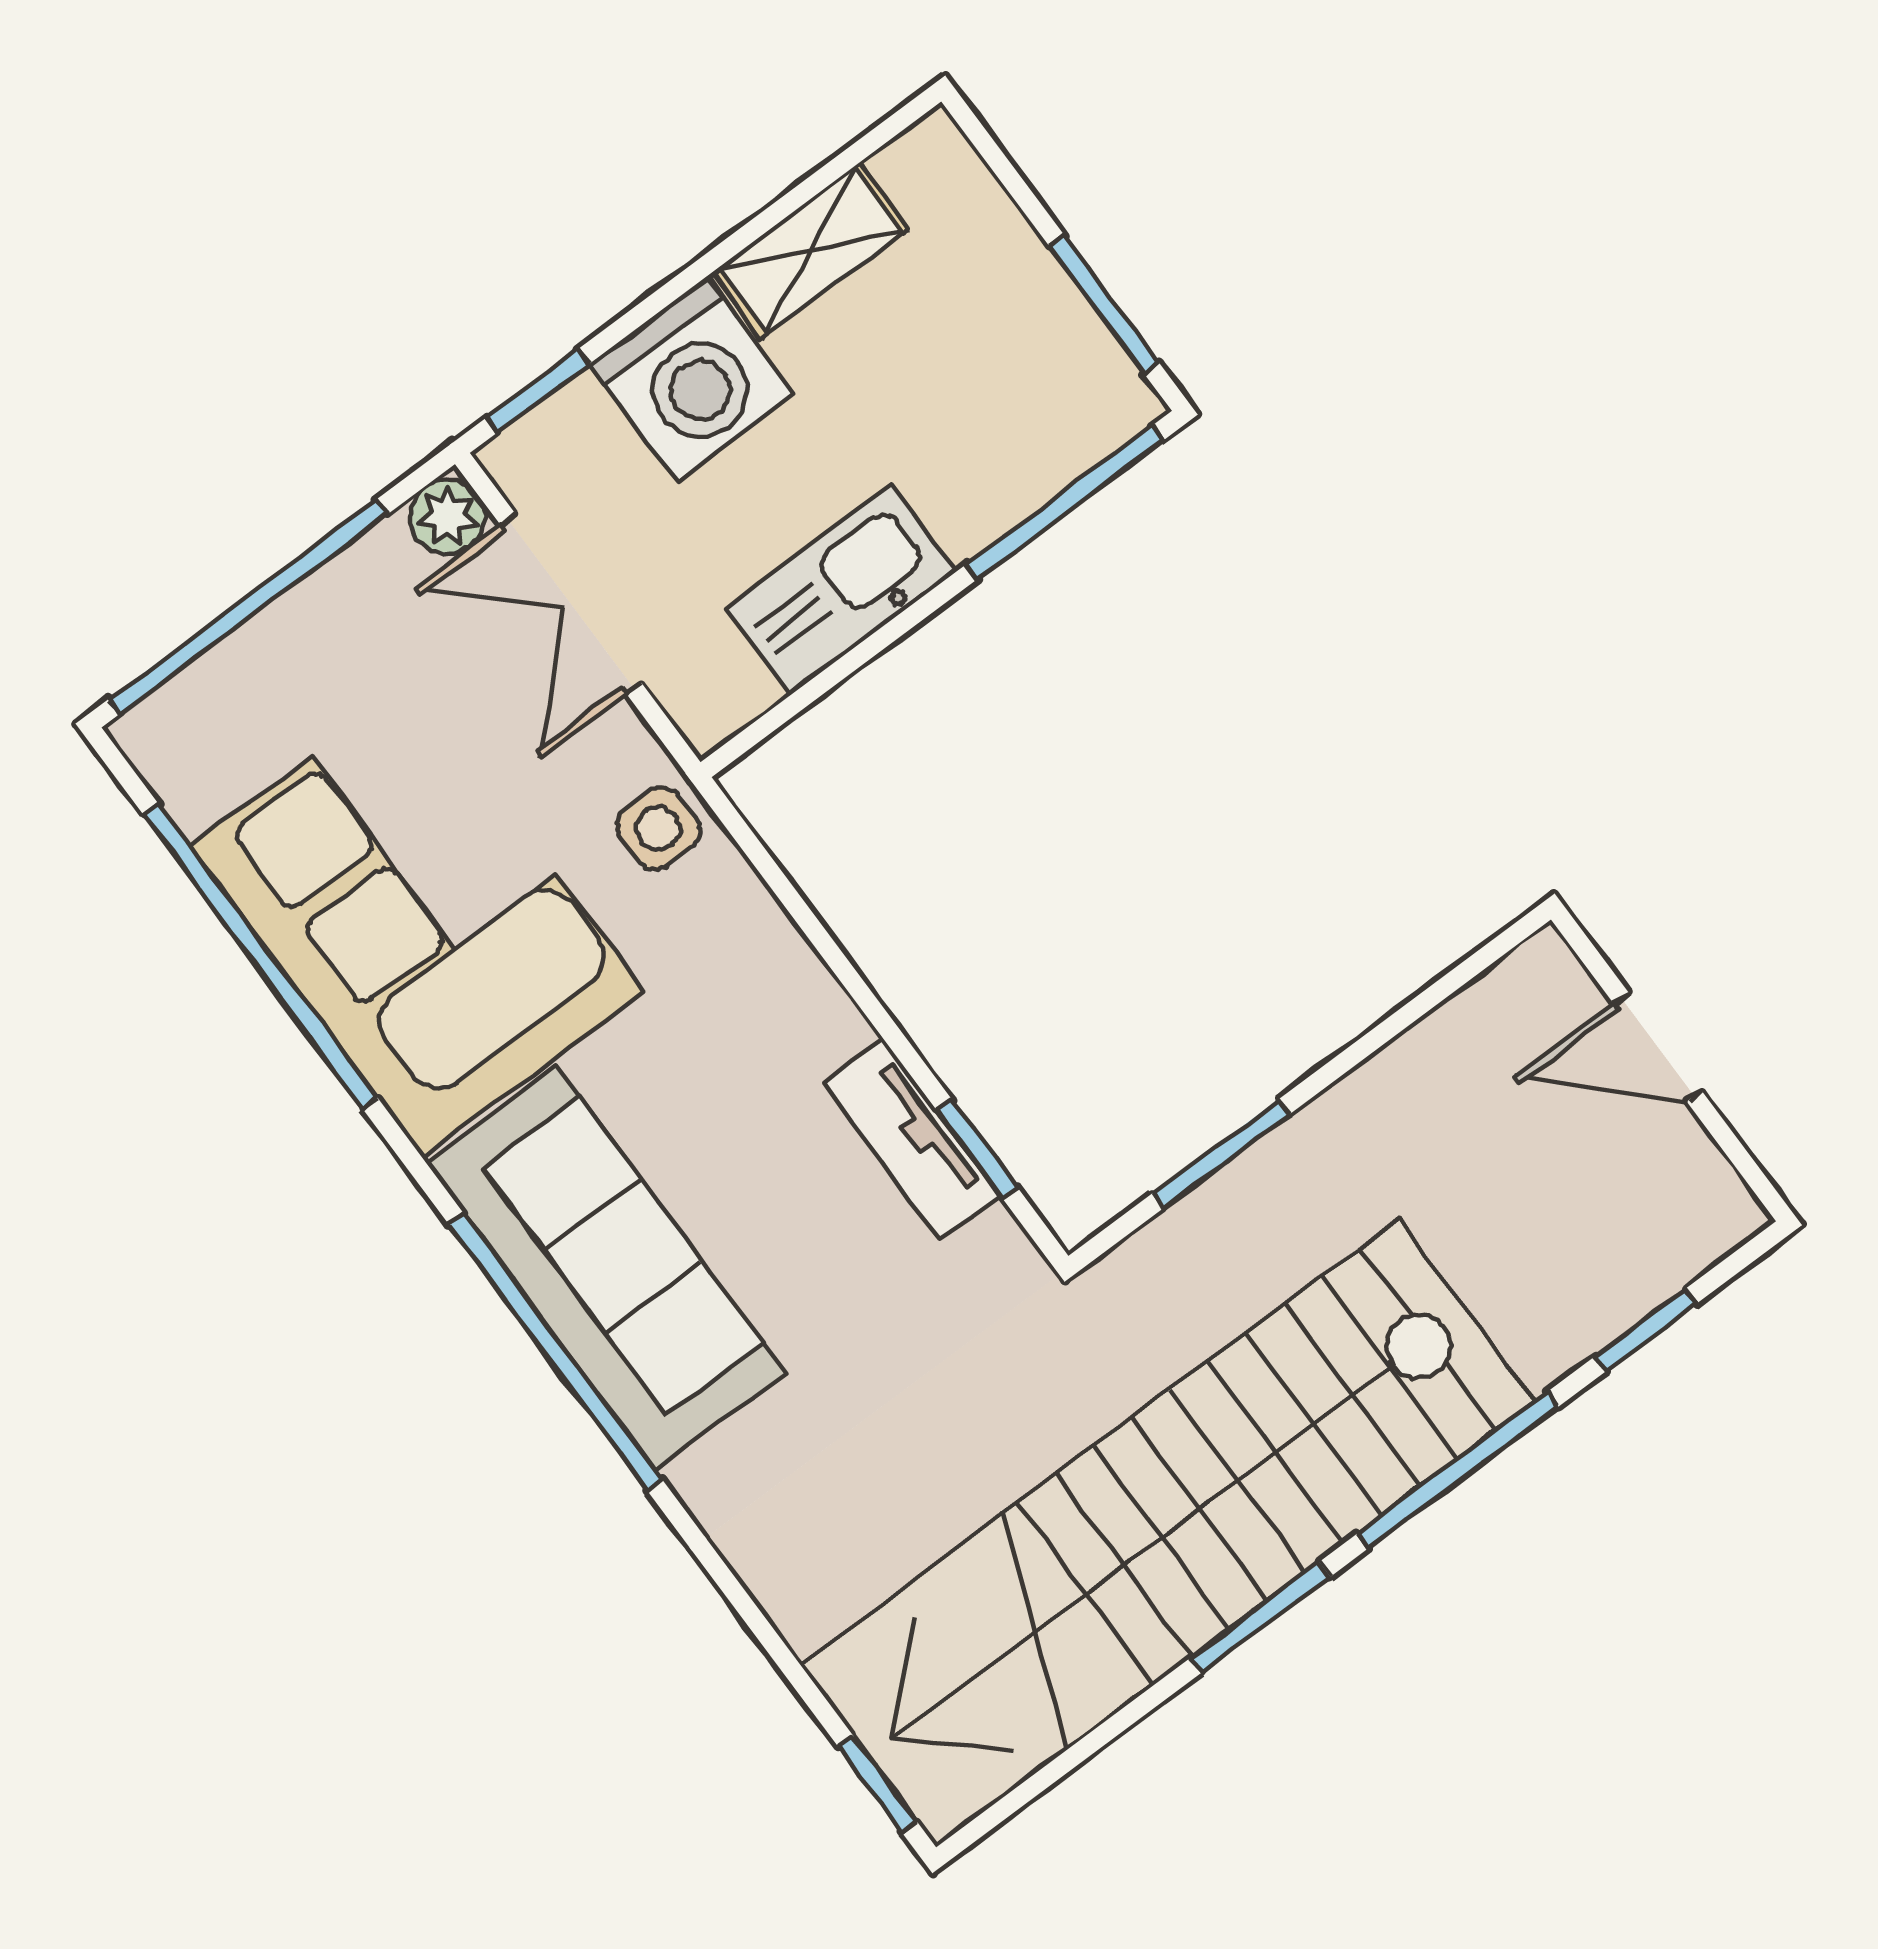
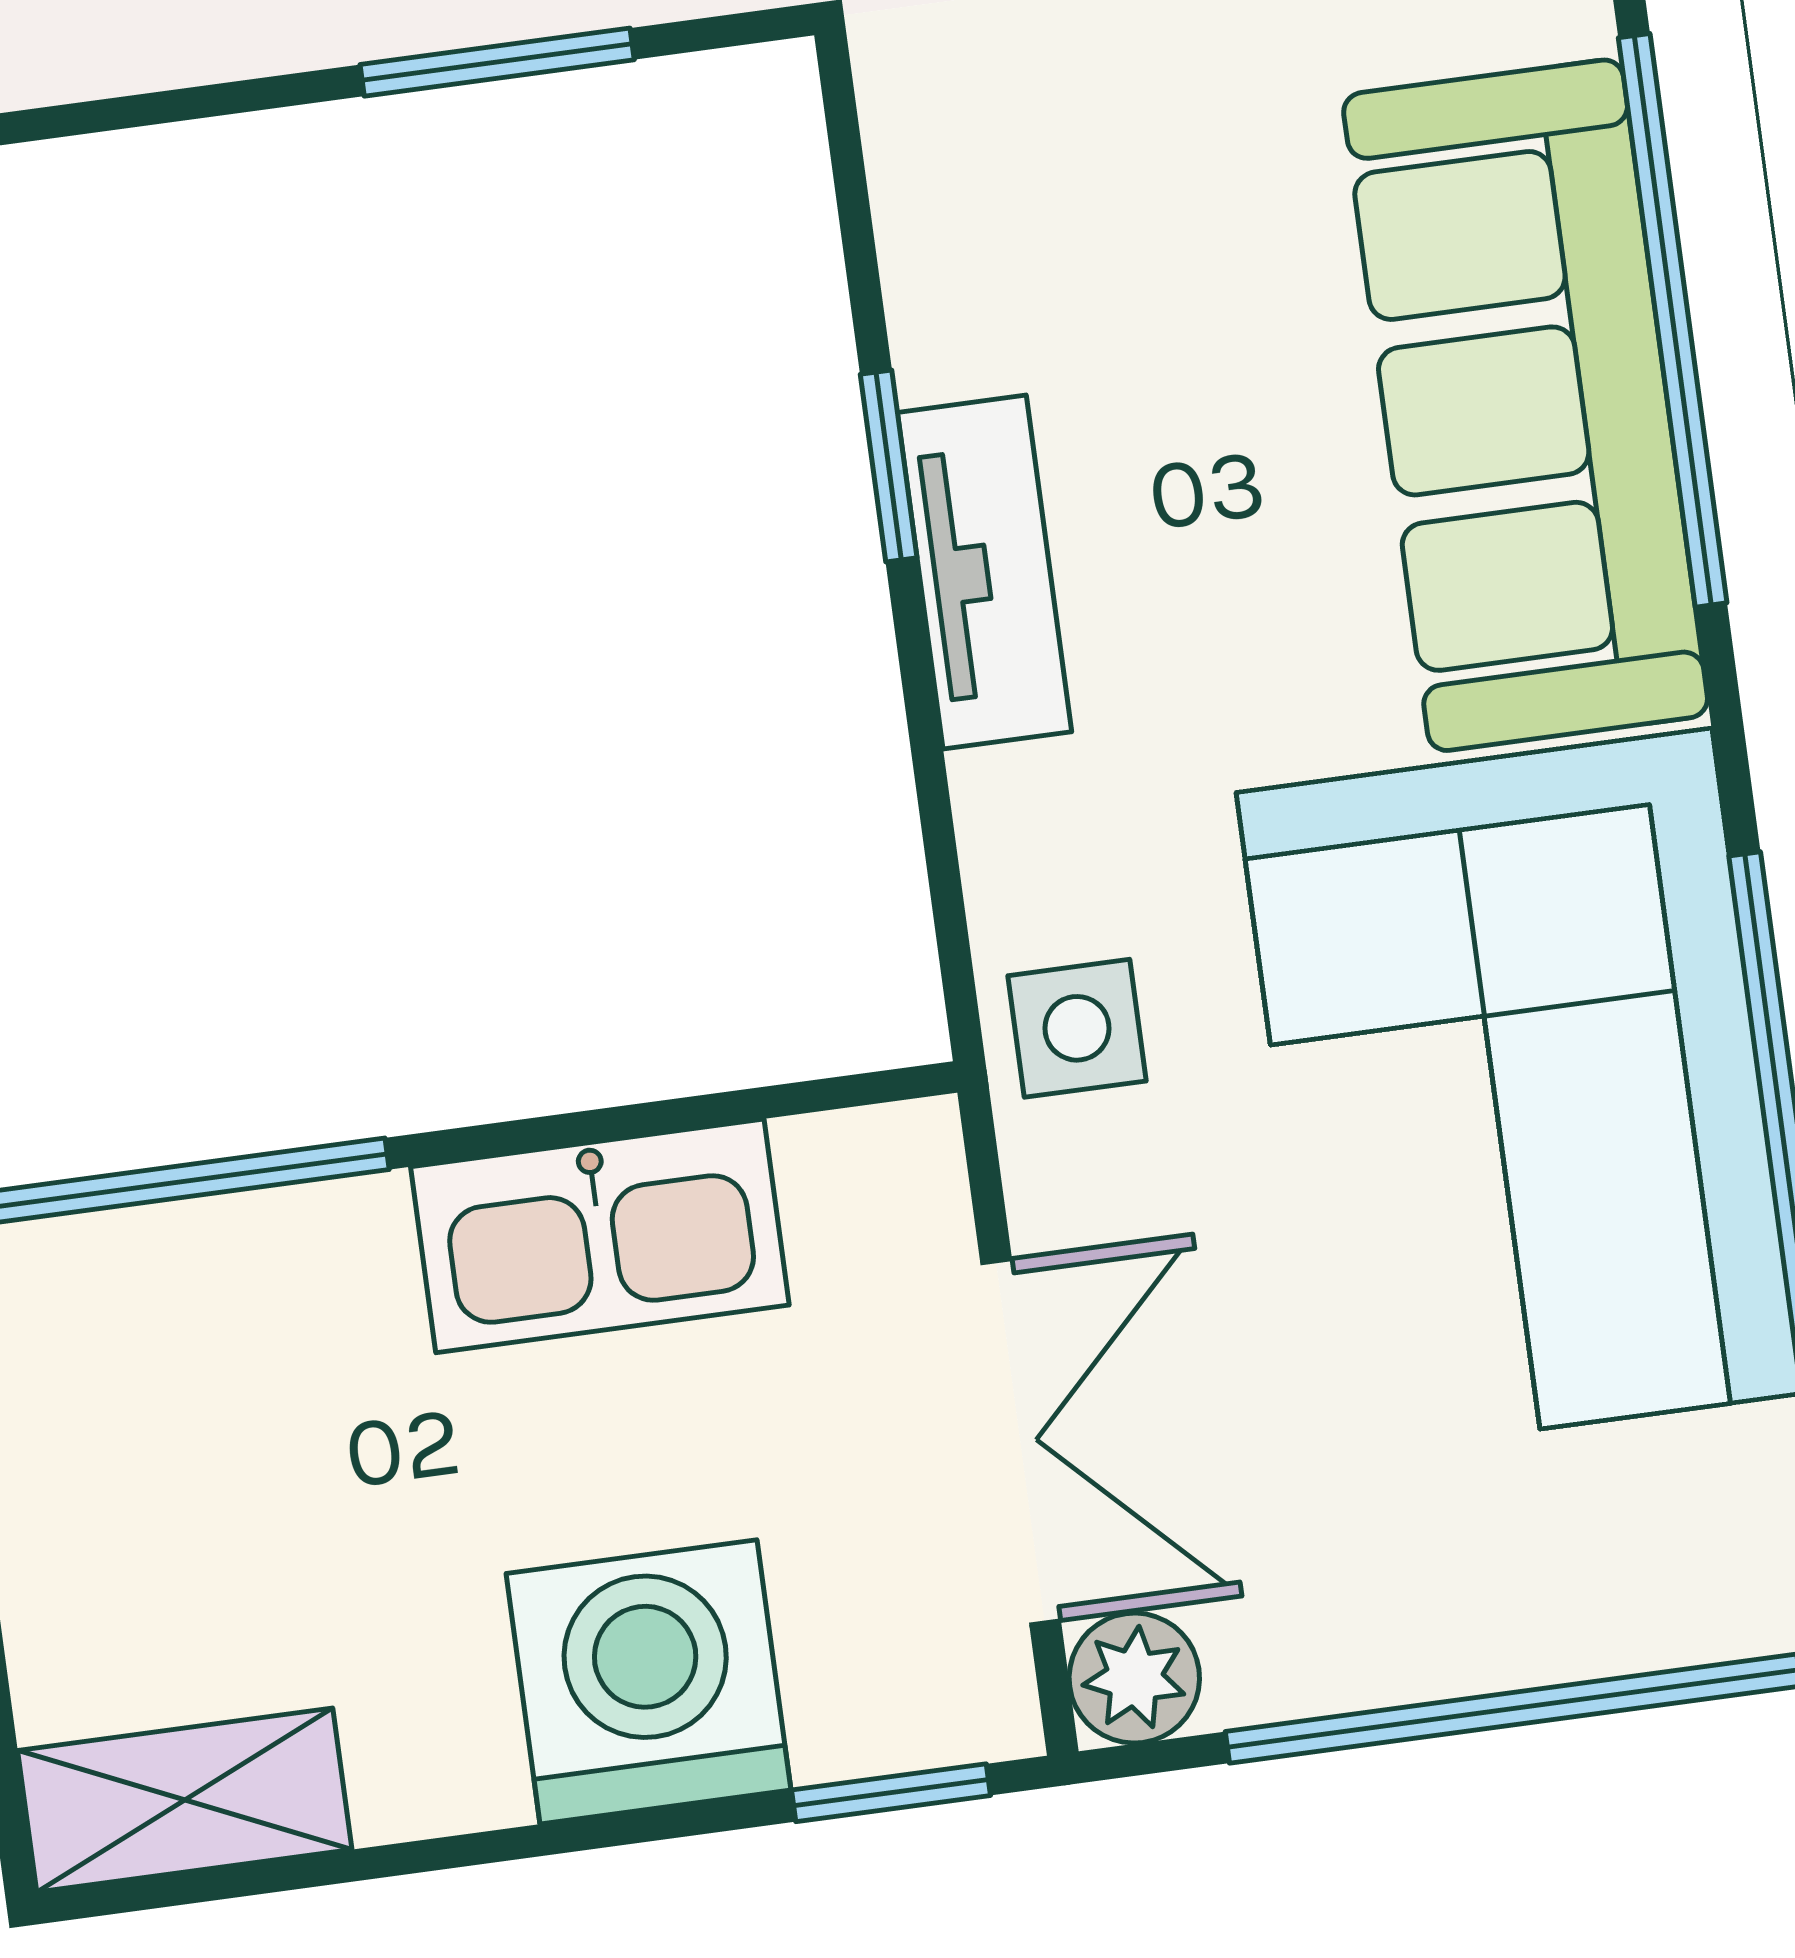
shelving: (810, 250) -> (185, 1800), moved
tv unit: (912, 1139) -> (985, 572), moved
window: (977, 1149) -> (889, 466), moved

